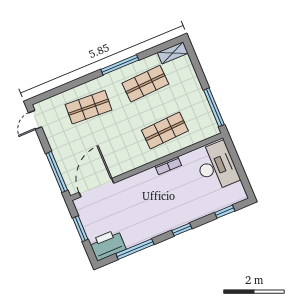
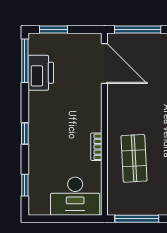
window: (80, 229) -> (53, 29), moved
printer: (107, 245) -> (41, 73), moved
window: (135, 249) -> (25, 61), moved

